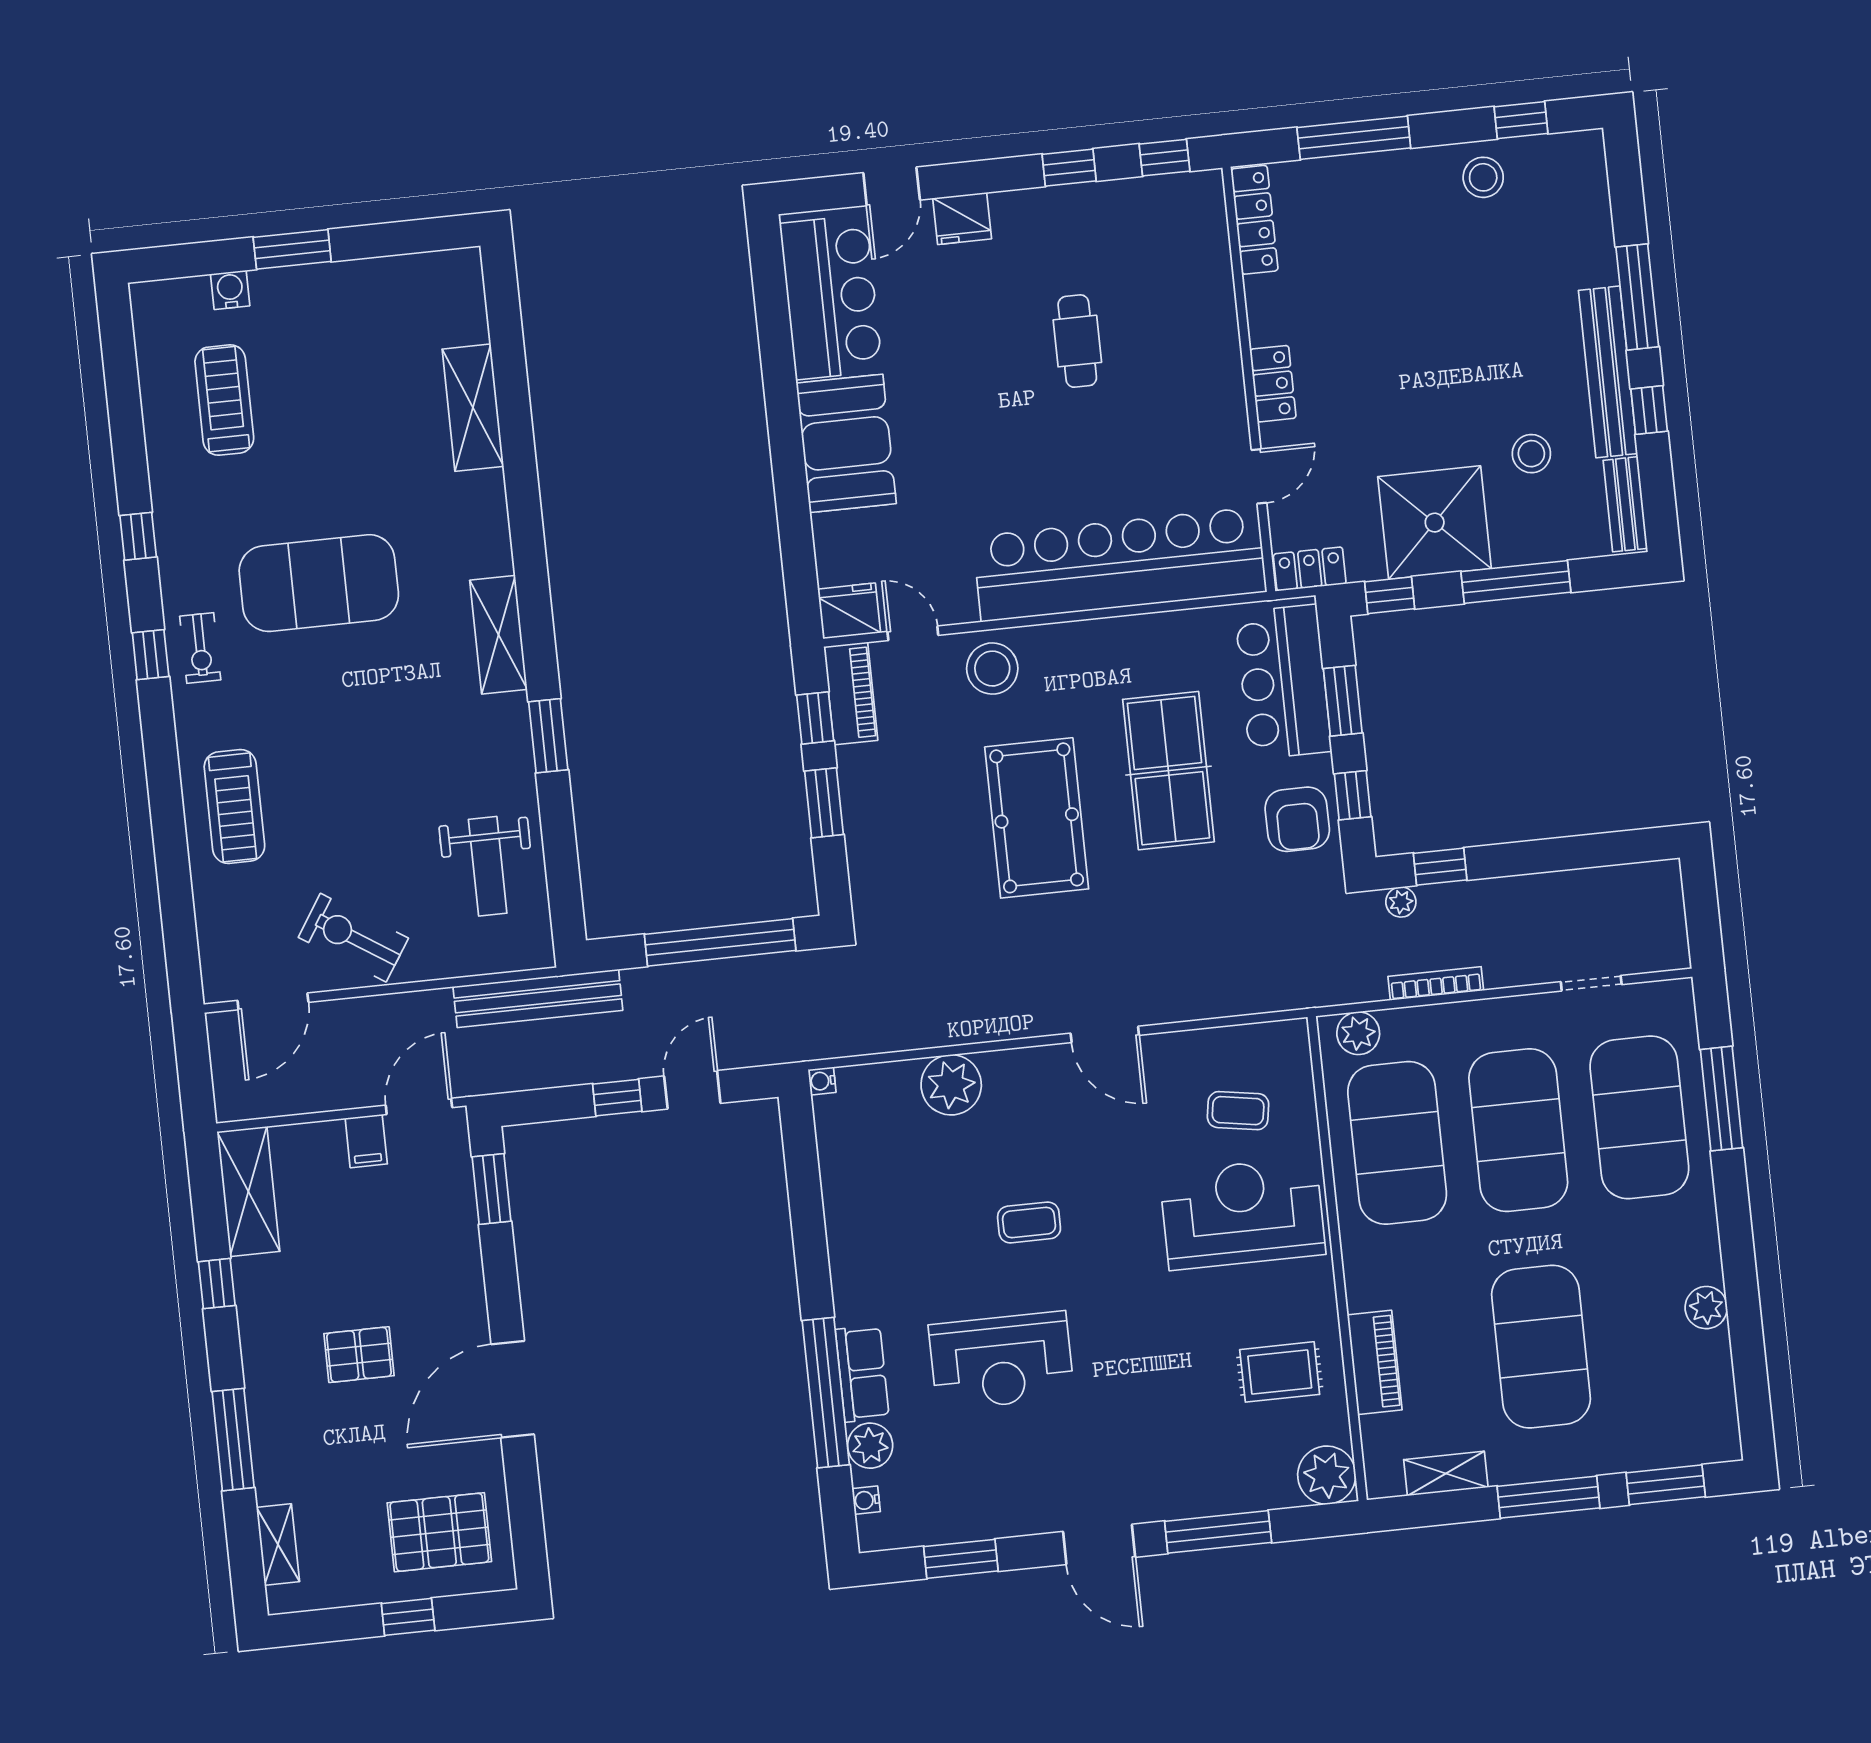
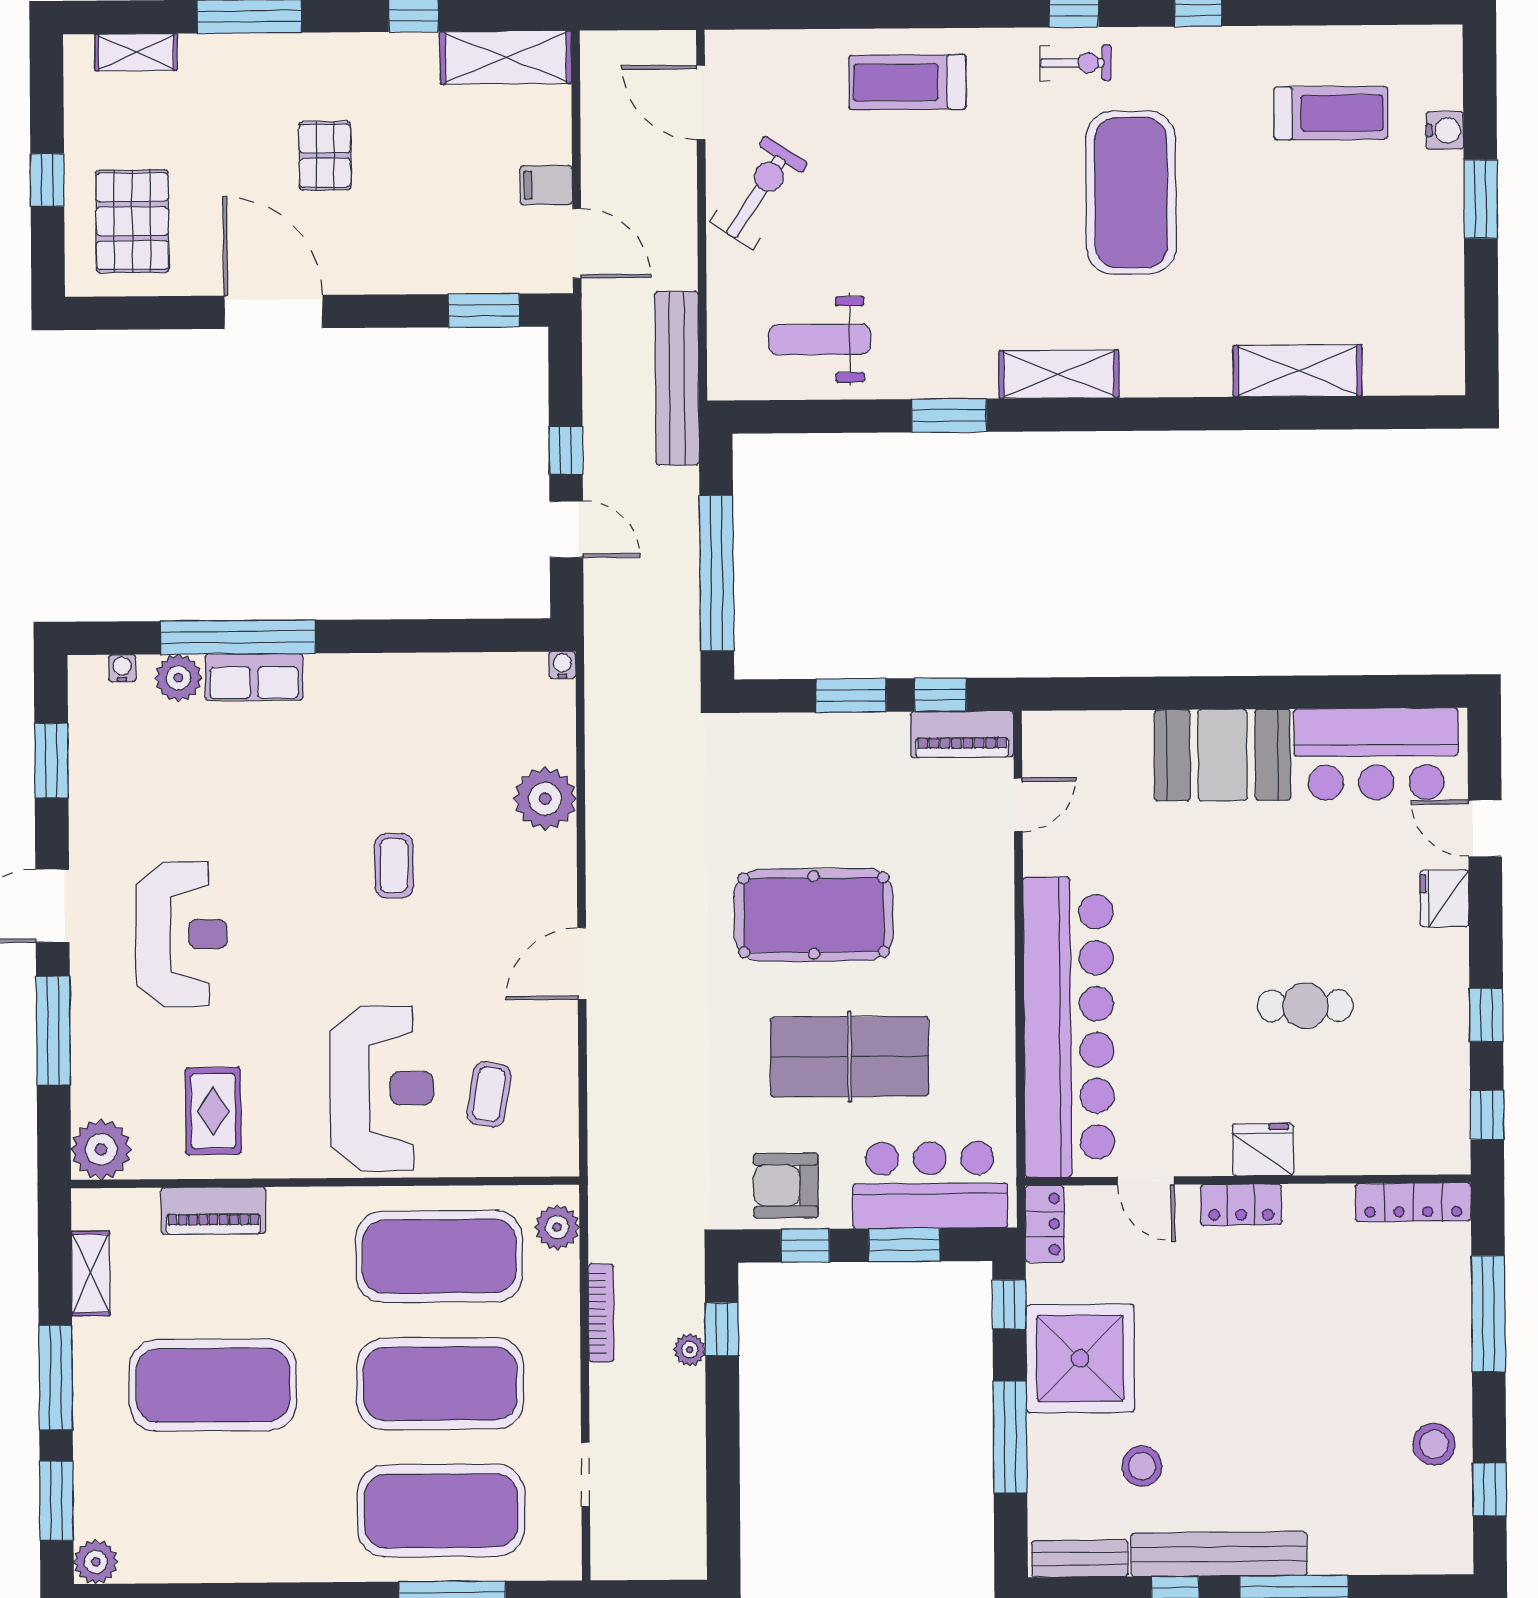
fridge: (849, 611) -> (1263, 1150), moved, turned -90
exercise bike: (200, 648) -> (1076, 63), turned 180
stool: (992, 669) -> (974, 884), removed
plant: (1401, 902) -> (690, 1350), moved
plant: (1706, 1308) -> (96, 1562), moved
reception desk: (1001, 1361) -> (181, 934), moved, turned 180

